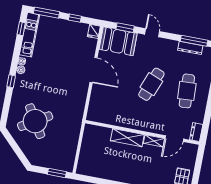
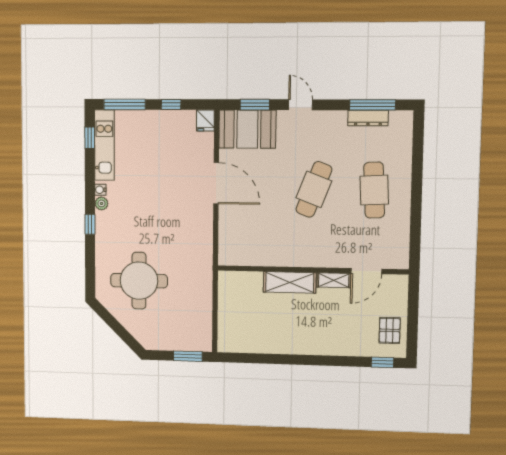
round table: (35, 121) -> (139, 281), turned 31
dresser: (196, 132) -> (401, 255), removed

